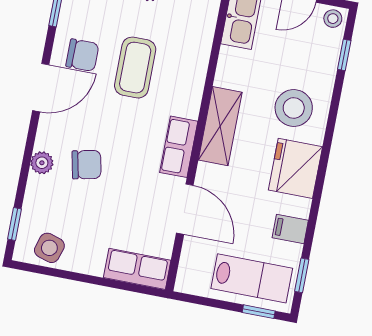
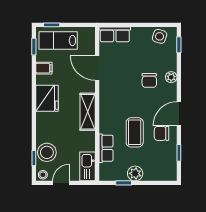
stool: (294, 108) -> (47, 152), moved
row of seats: (179, 147) -> (106, 148), moved
chair: (86, 165) -> (149, 80), turned -78

